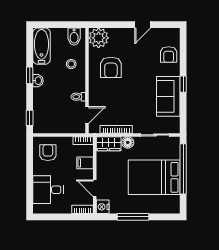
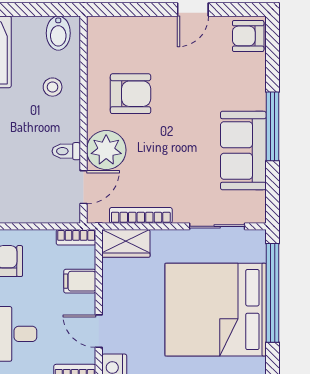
plant: (99, 38) -> (106, 150), moved
armchair: (169, 55) -> (248, 36), moved, turned 90
armchair: (111, 67) -> (131, 94), turned -90
window: (183, 84) -> (272, 126), width x2.17
floor lamp: (128, 142) -> (164, 241), removed
bed: (154, 177) -> (216, 310), width x1.36

